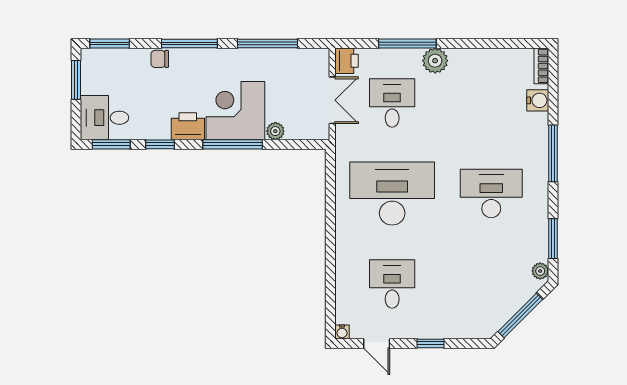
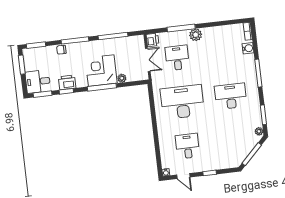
printer: (188, 126) -> (67, 82), moved

